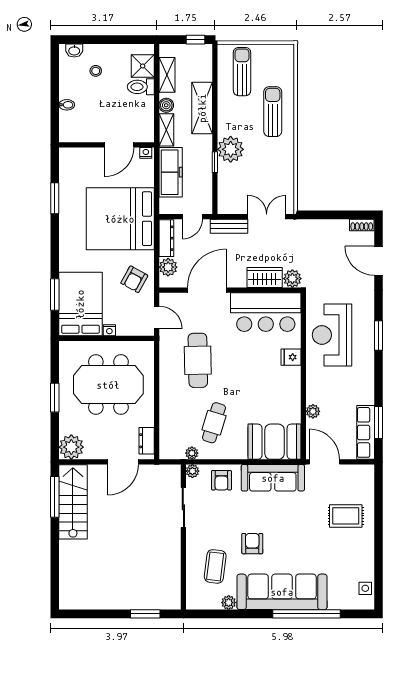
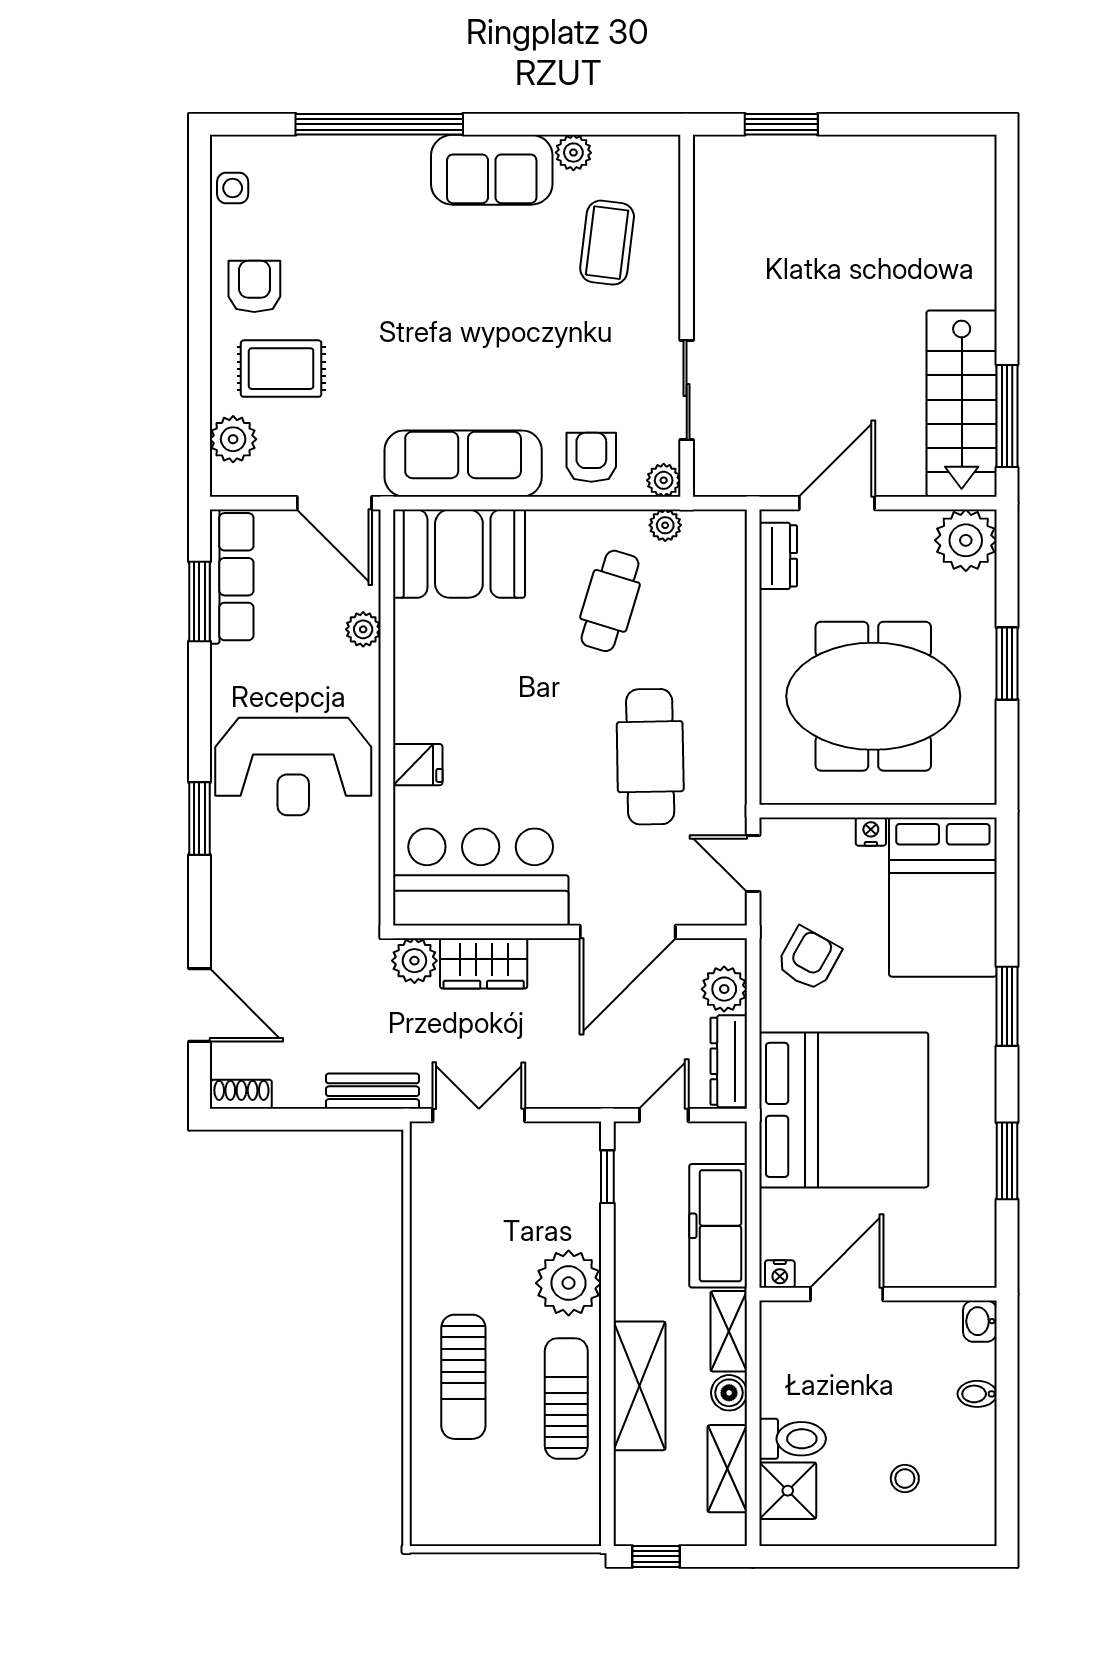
washbasin: (74, 51) -> (980, 1321), moved, turned -90
sun lounger: (242, 72) -> (566, 1399), moved, turned 180
window: (215, 162) -> (607, 1177), moved
double door: (267, 217) -> (479, 1115), swing flipped
bench: (229, 226) -> (372, 1091), moved
window: (55, 295) -> (1007, 1006), moved
reception desk: (332, 335) -> (293, 766), moved, turned 90
plant: (365, 488) -> (233, 439), added
armchair: (252, 544) -> (254, 286), moved, turned 180
sofa: (282, 592) -> (492, 170), width x0.54, depth x0.79

